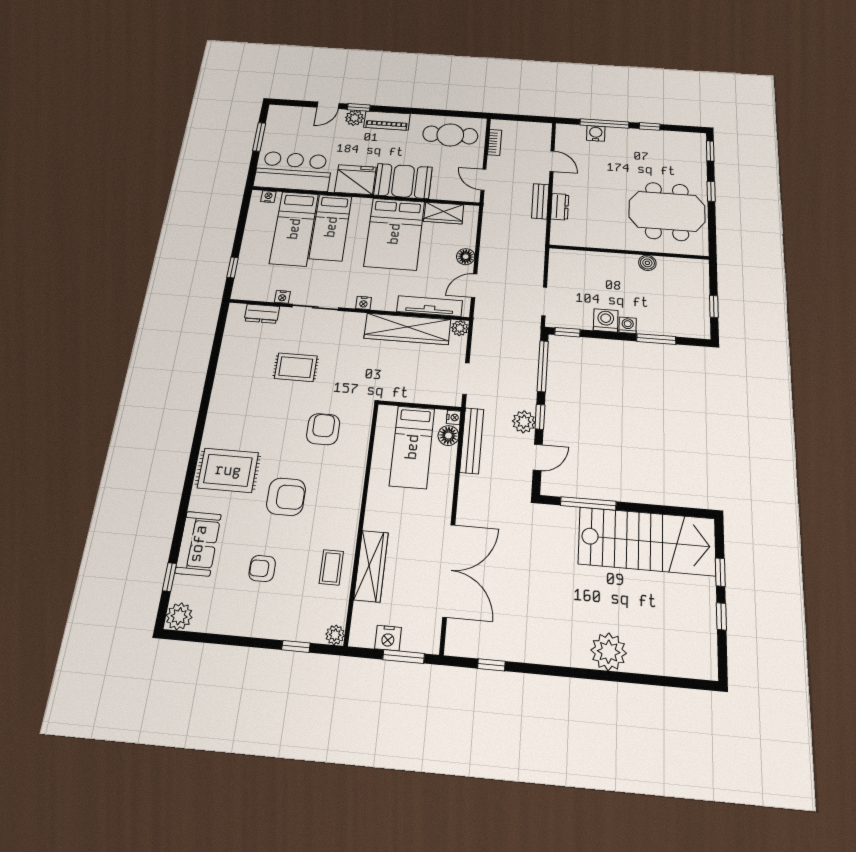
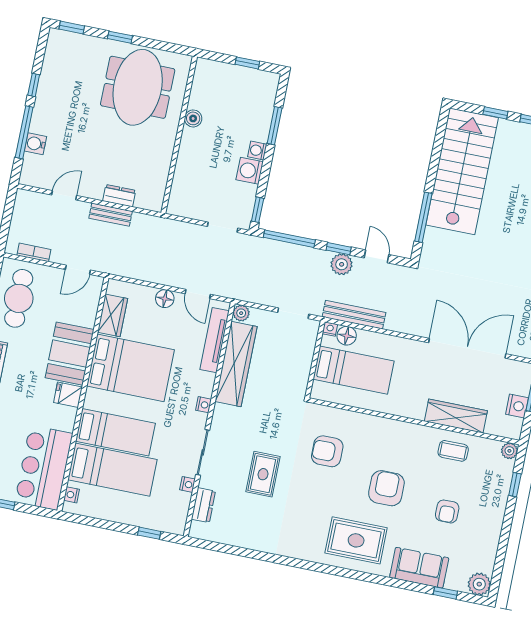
fridge: (355, 180) -> (68, 395), width x0.53, depth x0.75
rug: (228, 470) -> (356, 540), turned 90

